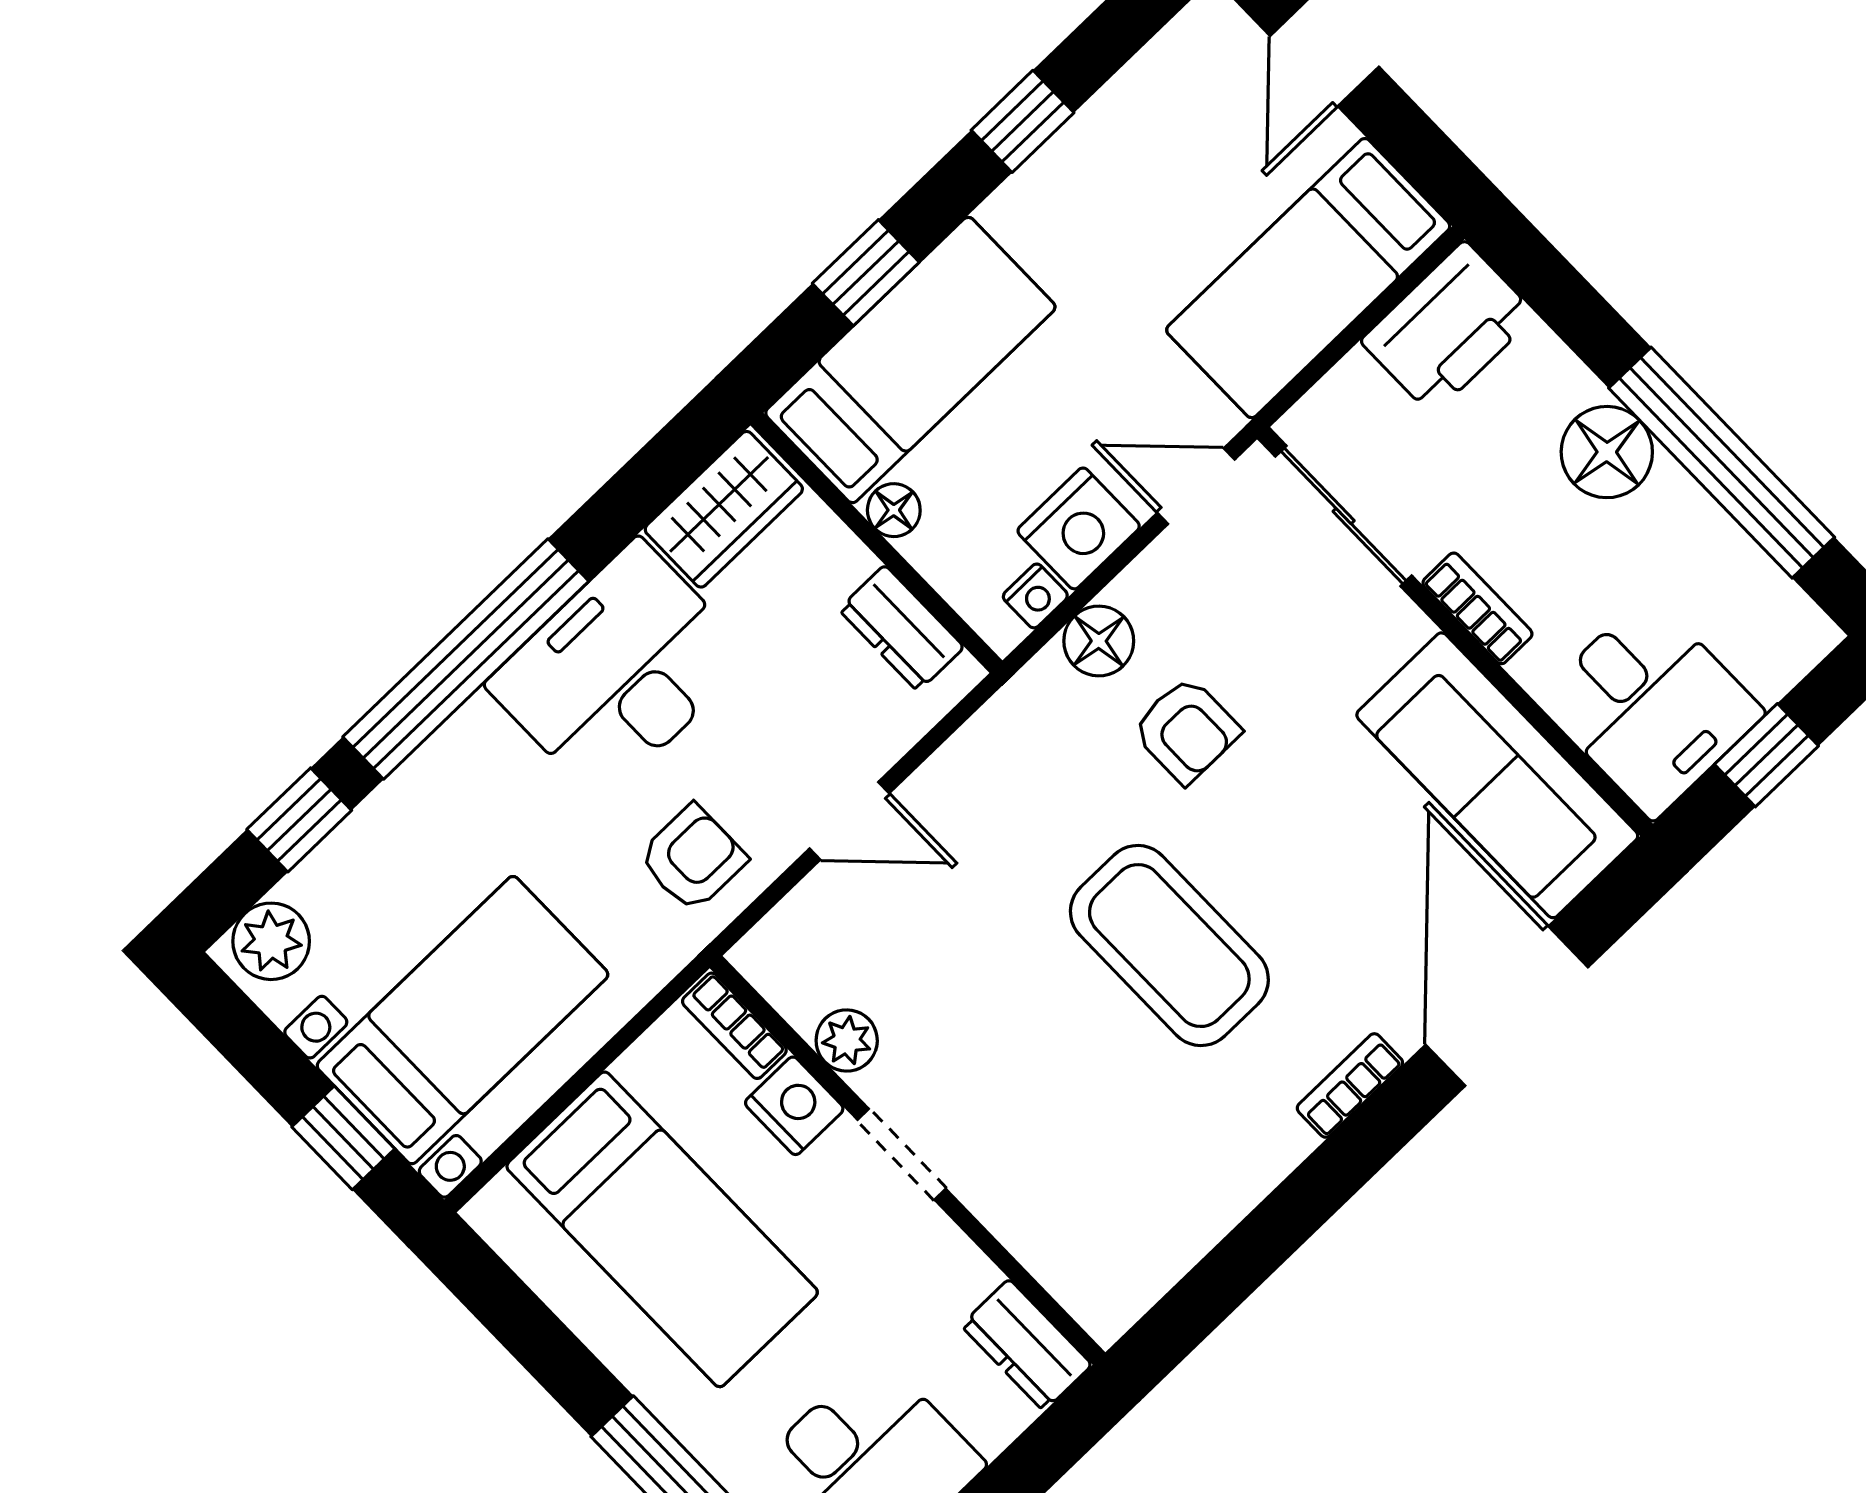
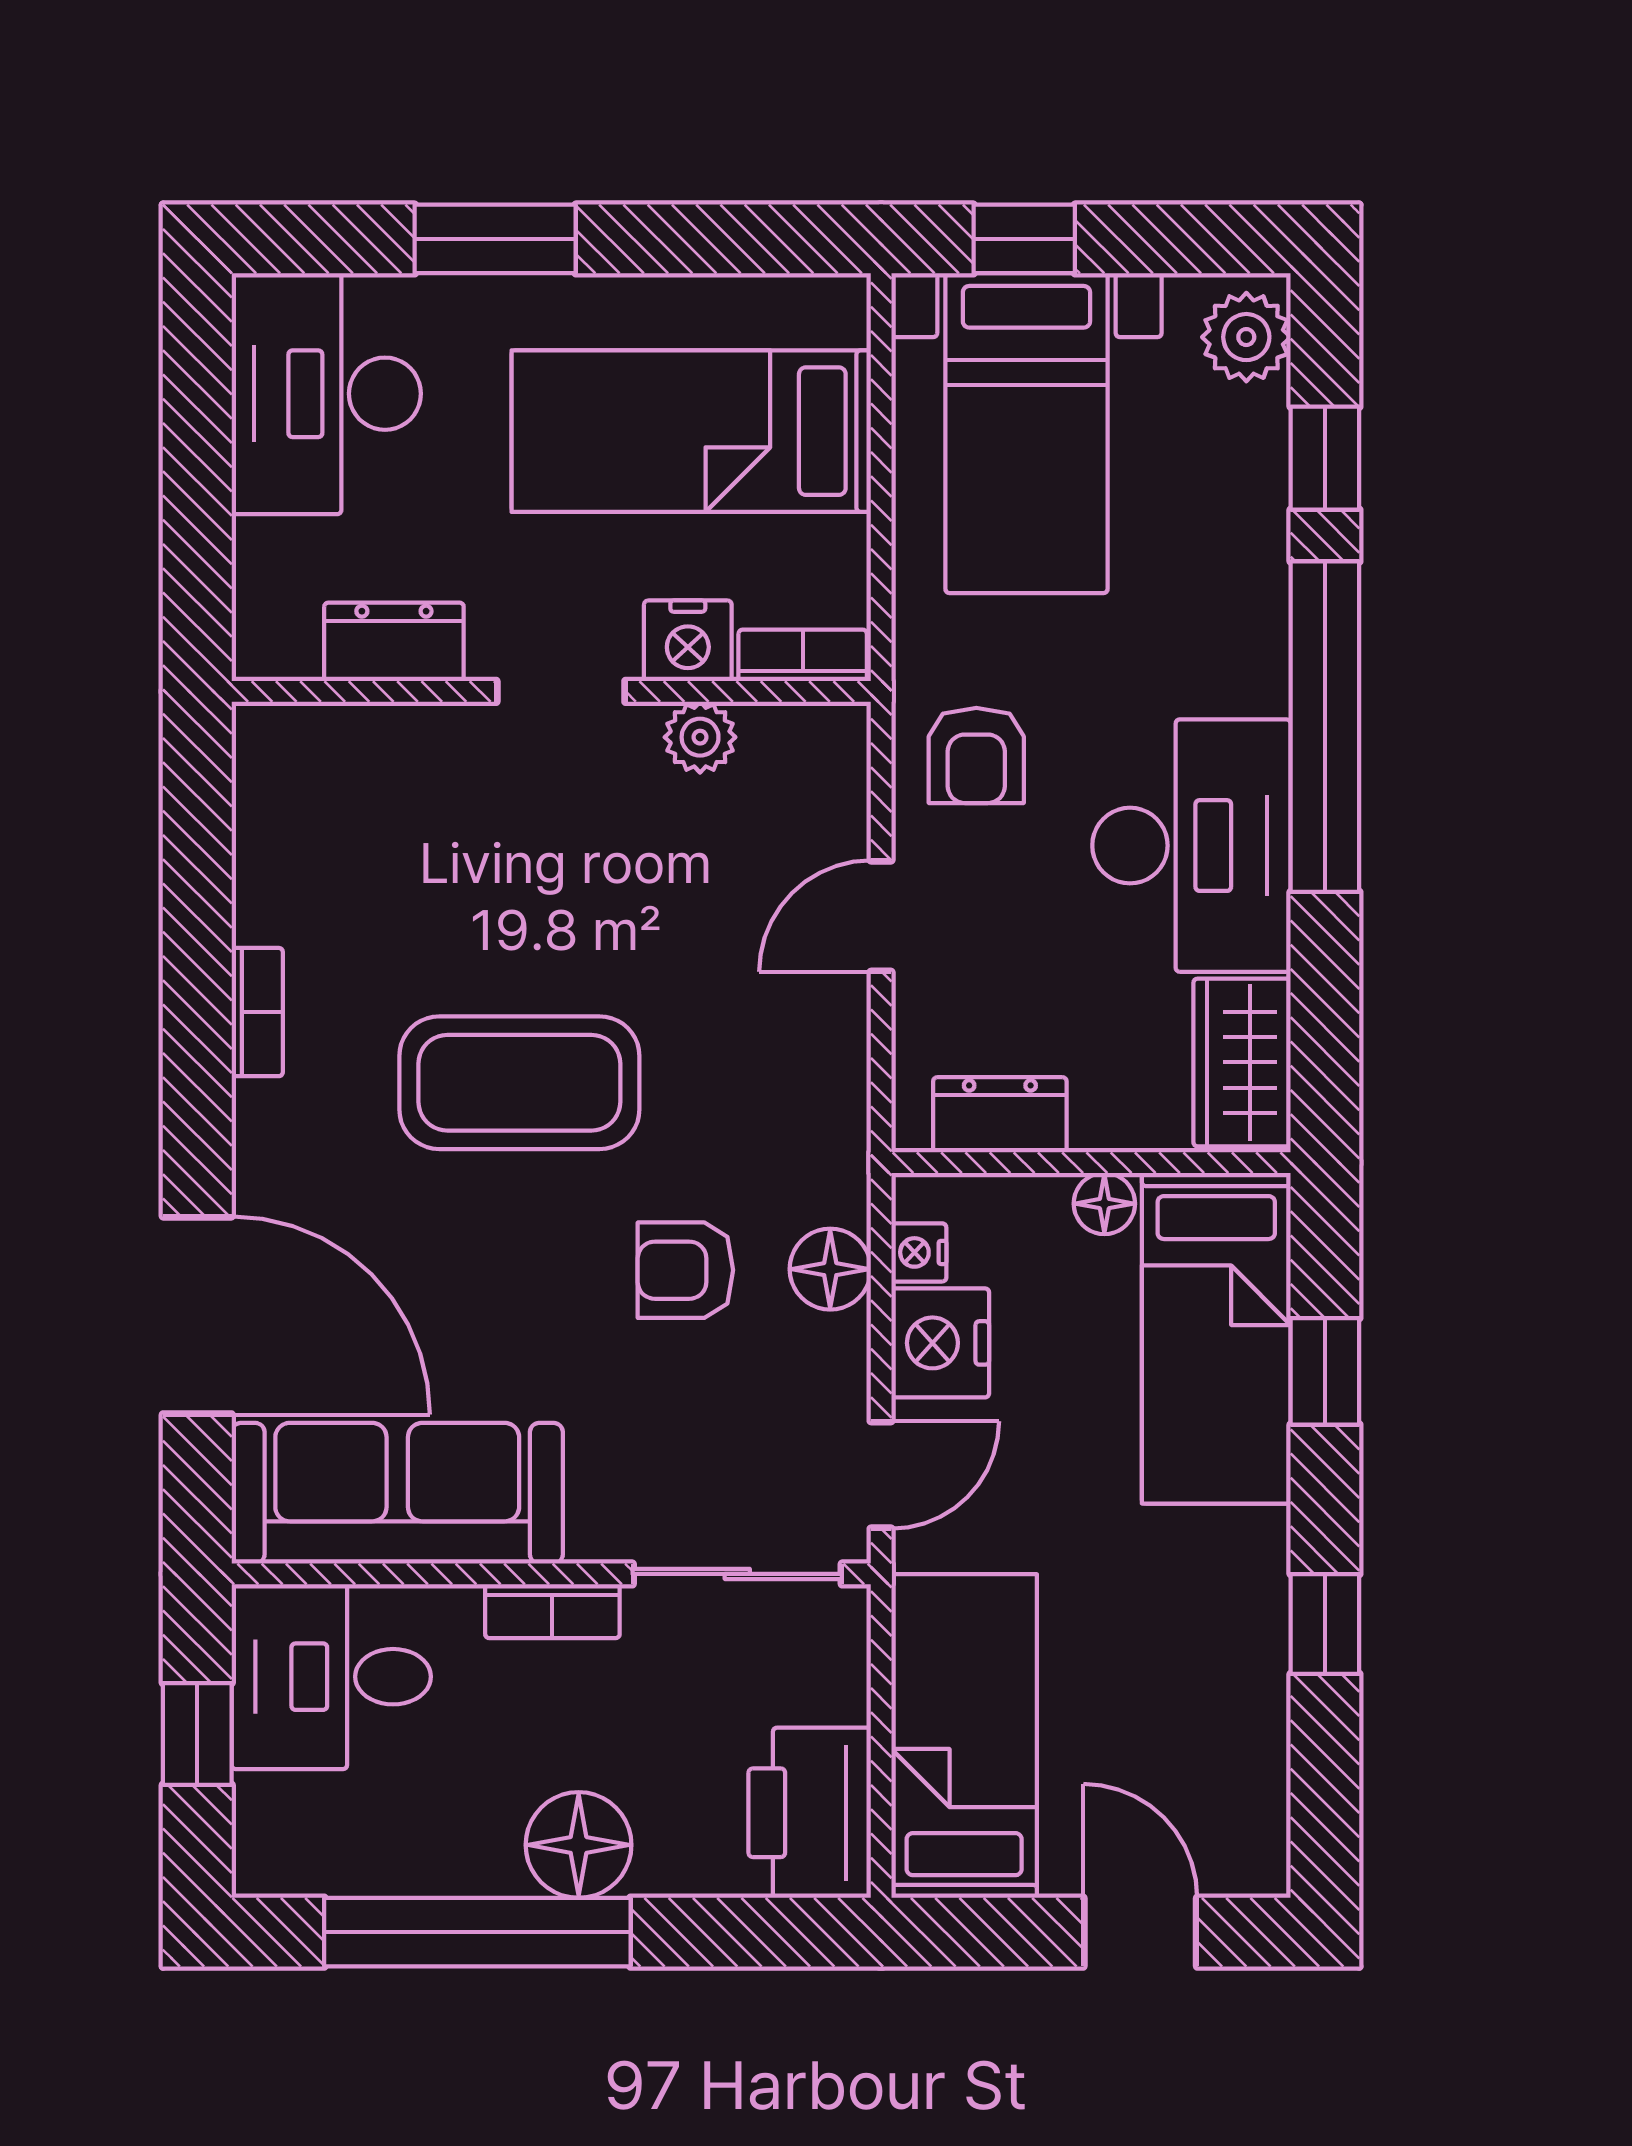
bookcase: (1350, 1085) -> (257, 1012), moved
dresser: (1026, 1345) -> (394, 642), moved

